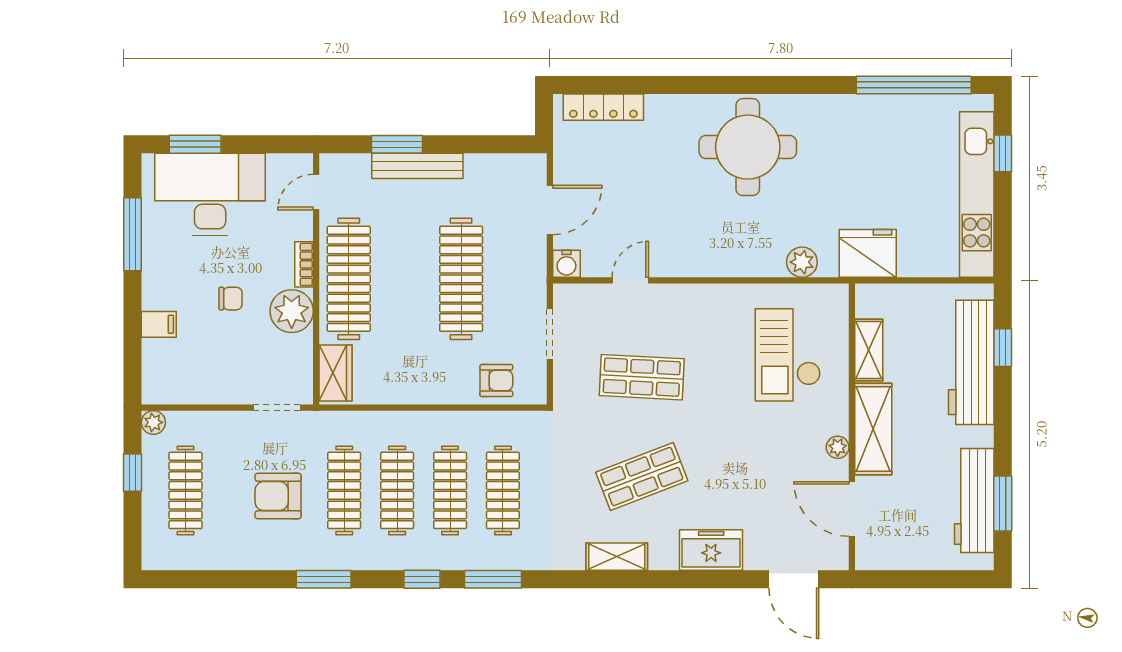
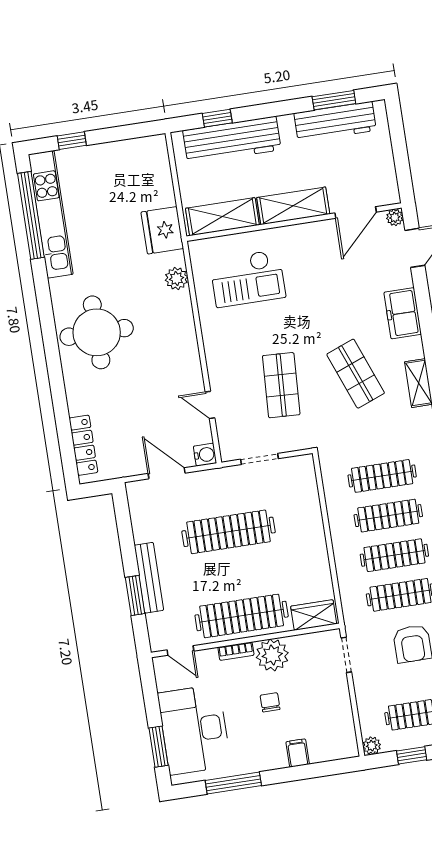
kitchen unit: (977, 194) -> (51, 214), moved, turned -90
shelving: (869, 350) -> (222, 217), width x1.50, depth x1.33
armchair: (496, 381) -> (301, 494), removed
plant: (838, 447) -> (395, 217), moved

